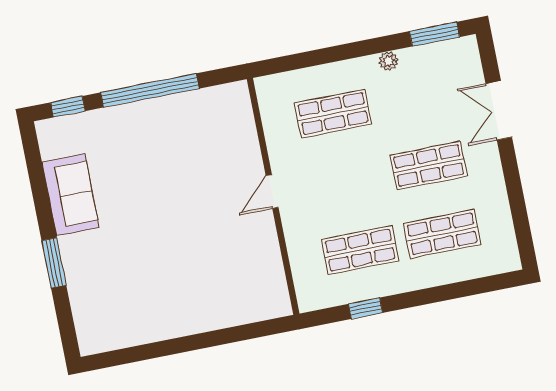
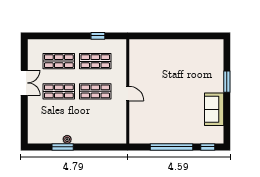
window: (434, 34) -> (63, 147), moved
double door: (499, 110) -> (24, 83), moved
shop shelf: (333, 114) -> (95, 91), moved
door: (272, 192) -> (128, 94), hinge flipped

